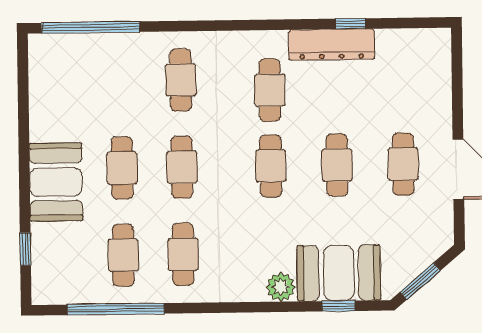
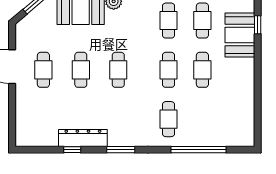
window: (264, 25) -> (121, 150), added
window: (91, 27) -> (199, 150), moved
cafe table: (270, 90) -> (118, 113), removed
booth: (56, 182) -> (240, 35), moved

